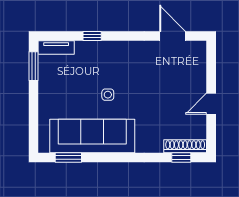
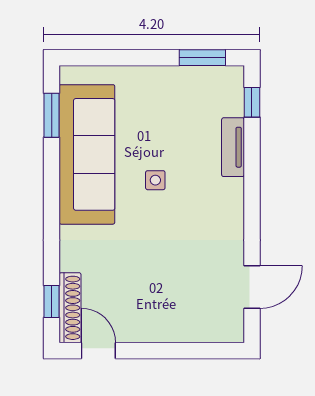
window: (92, 36) -> (252, 102), moved
tv unit: (56, 48) -> (233, 147), moved
door: (211, 104) -> (98, 351), moved

